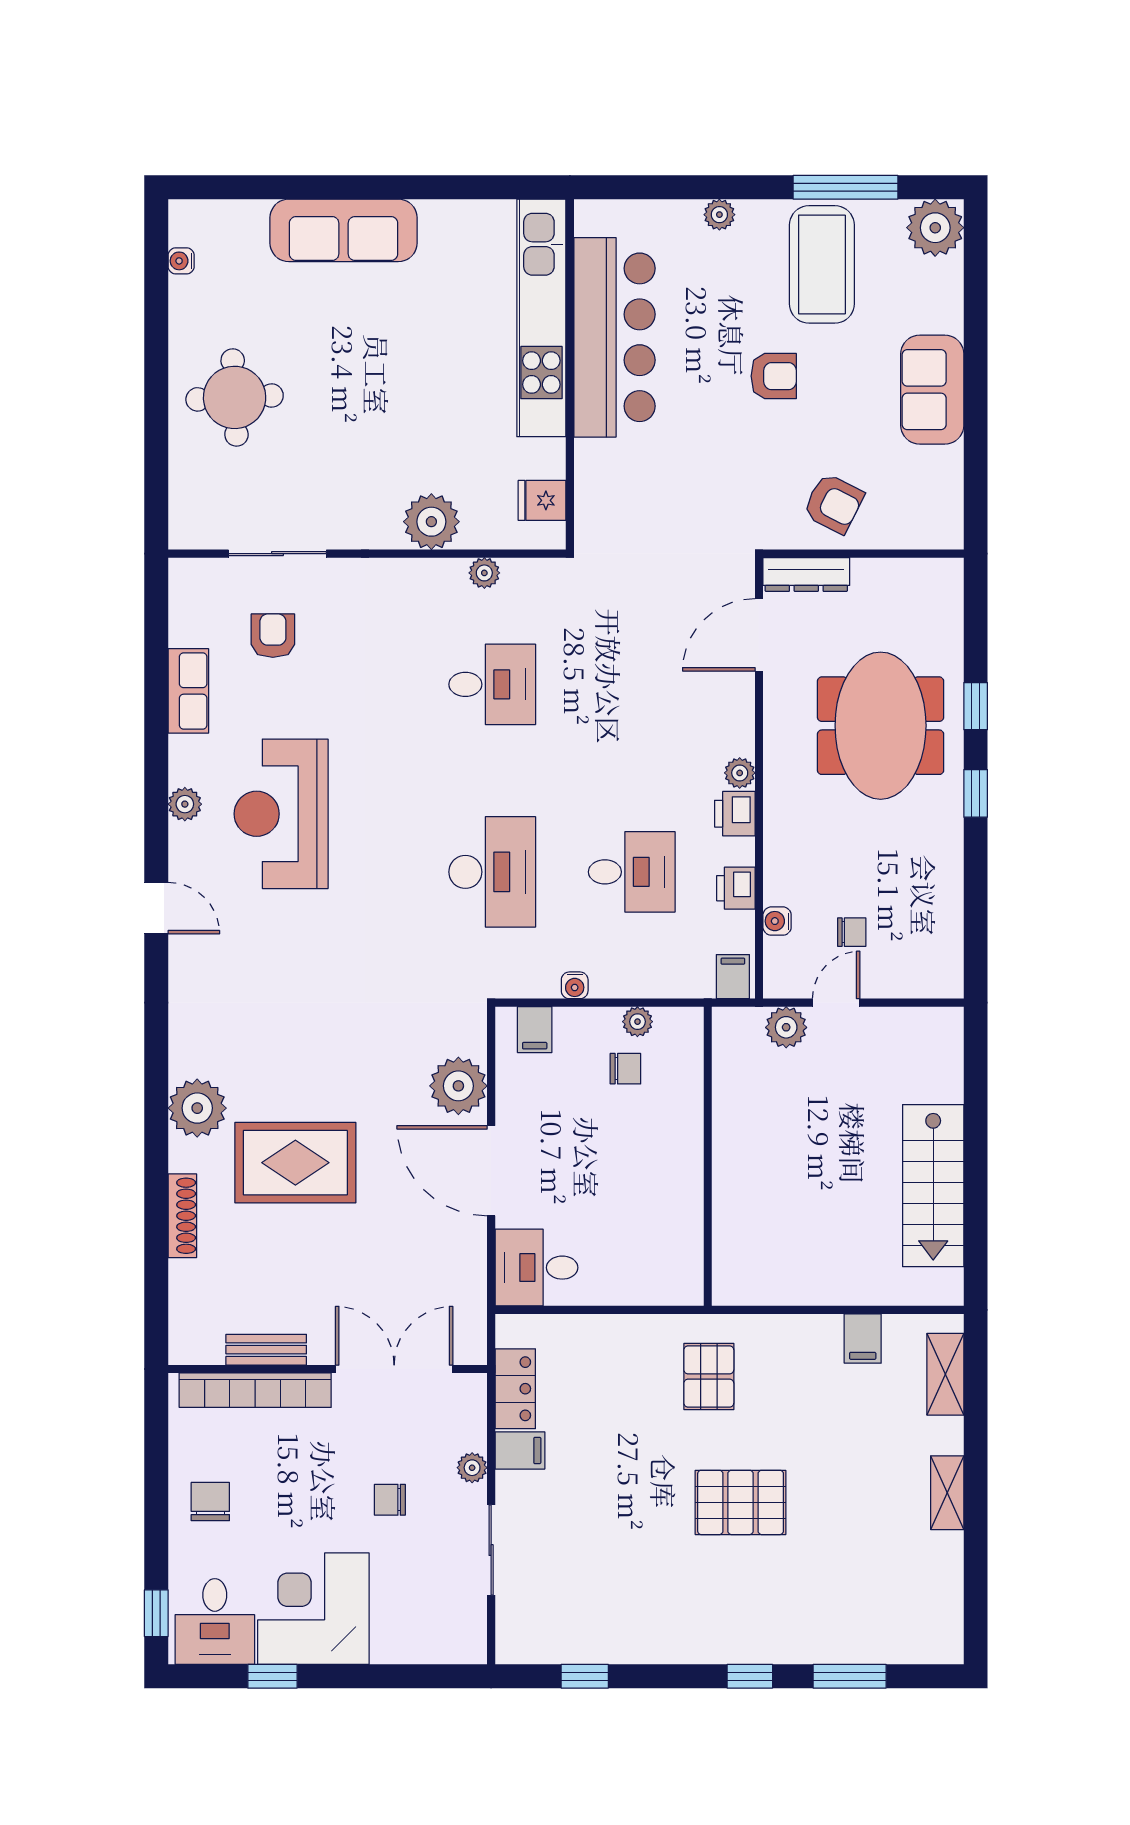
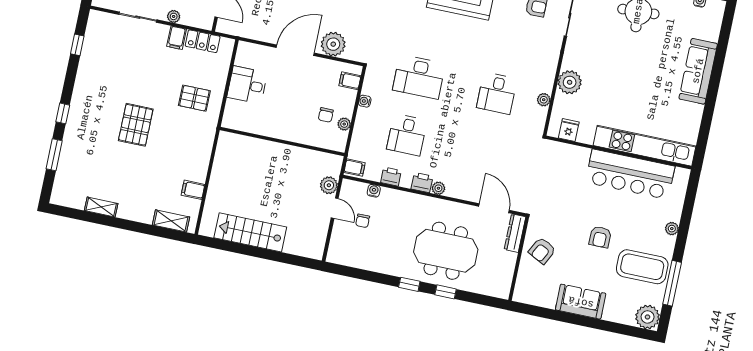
desk: (536, 1268) -> (247, 85), moved, turned -90
pallet: (709, 1377) -> (194, 98), moved
shelving: (947, 1493) -> (101, 207), moved

